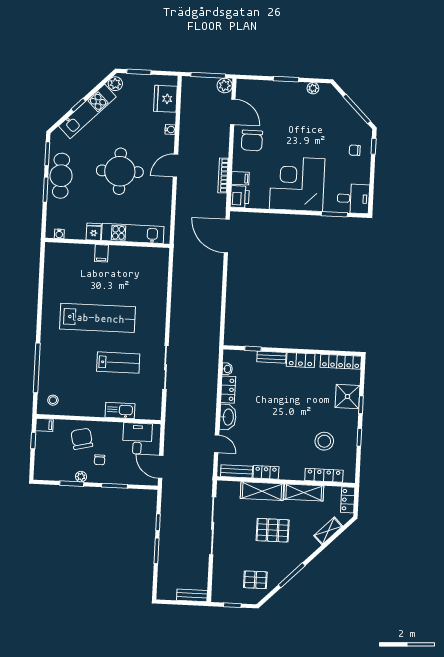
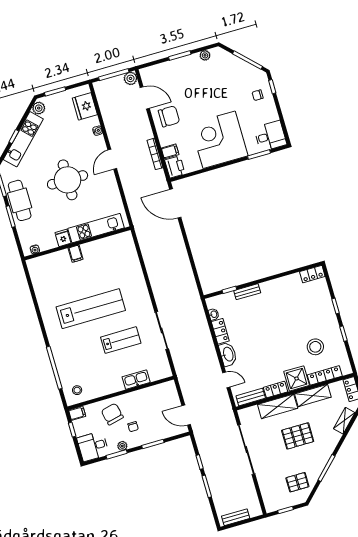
chair: (252, 140) -> (169, 116), turned -91
locker: (301, 360) -> (272, 286), removed
locker: (341, 362) -> (312, 274), width x0.66
shower: (347, 397) -> (297, 378), moved
desk: (137, 439) -> (93, 446), moved, turned -90
bench: (192, 595) -> (236, 517), moved

